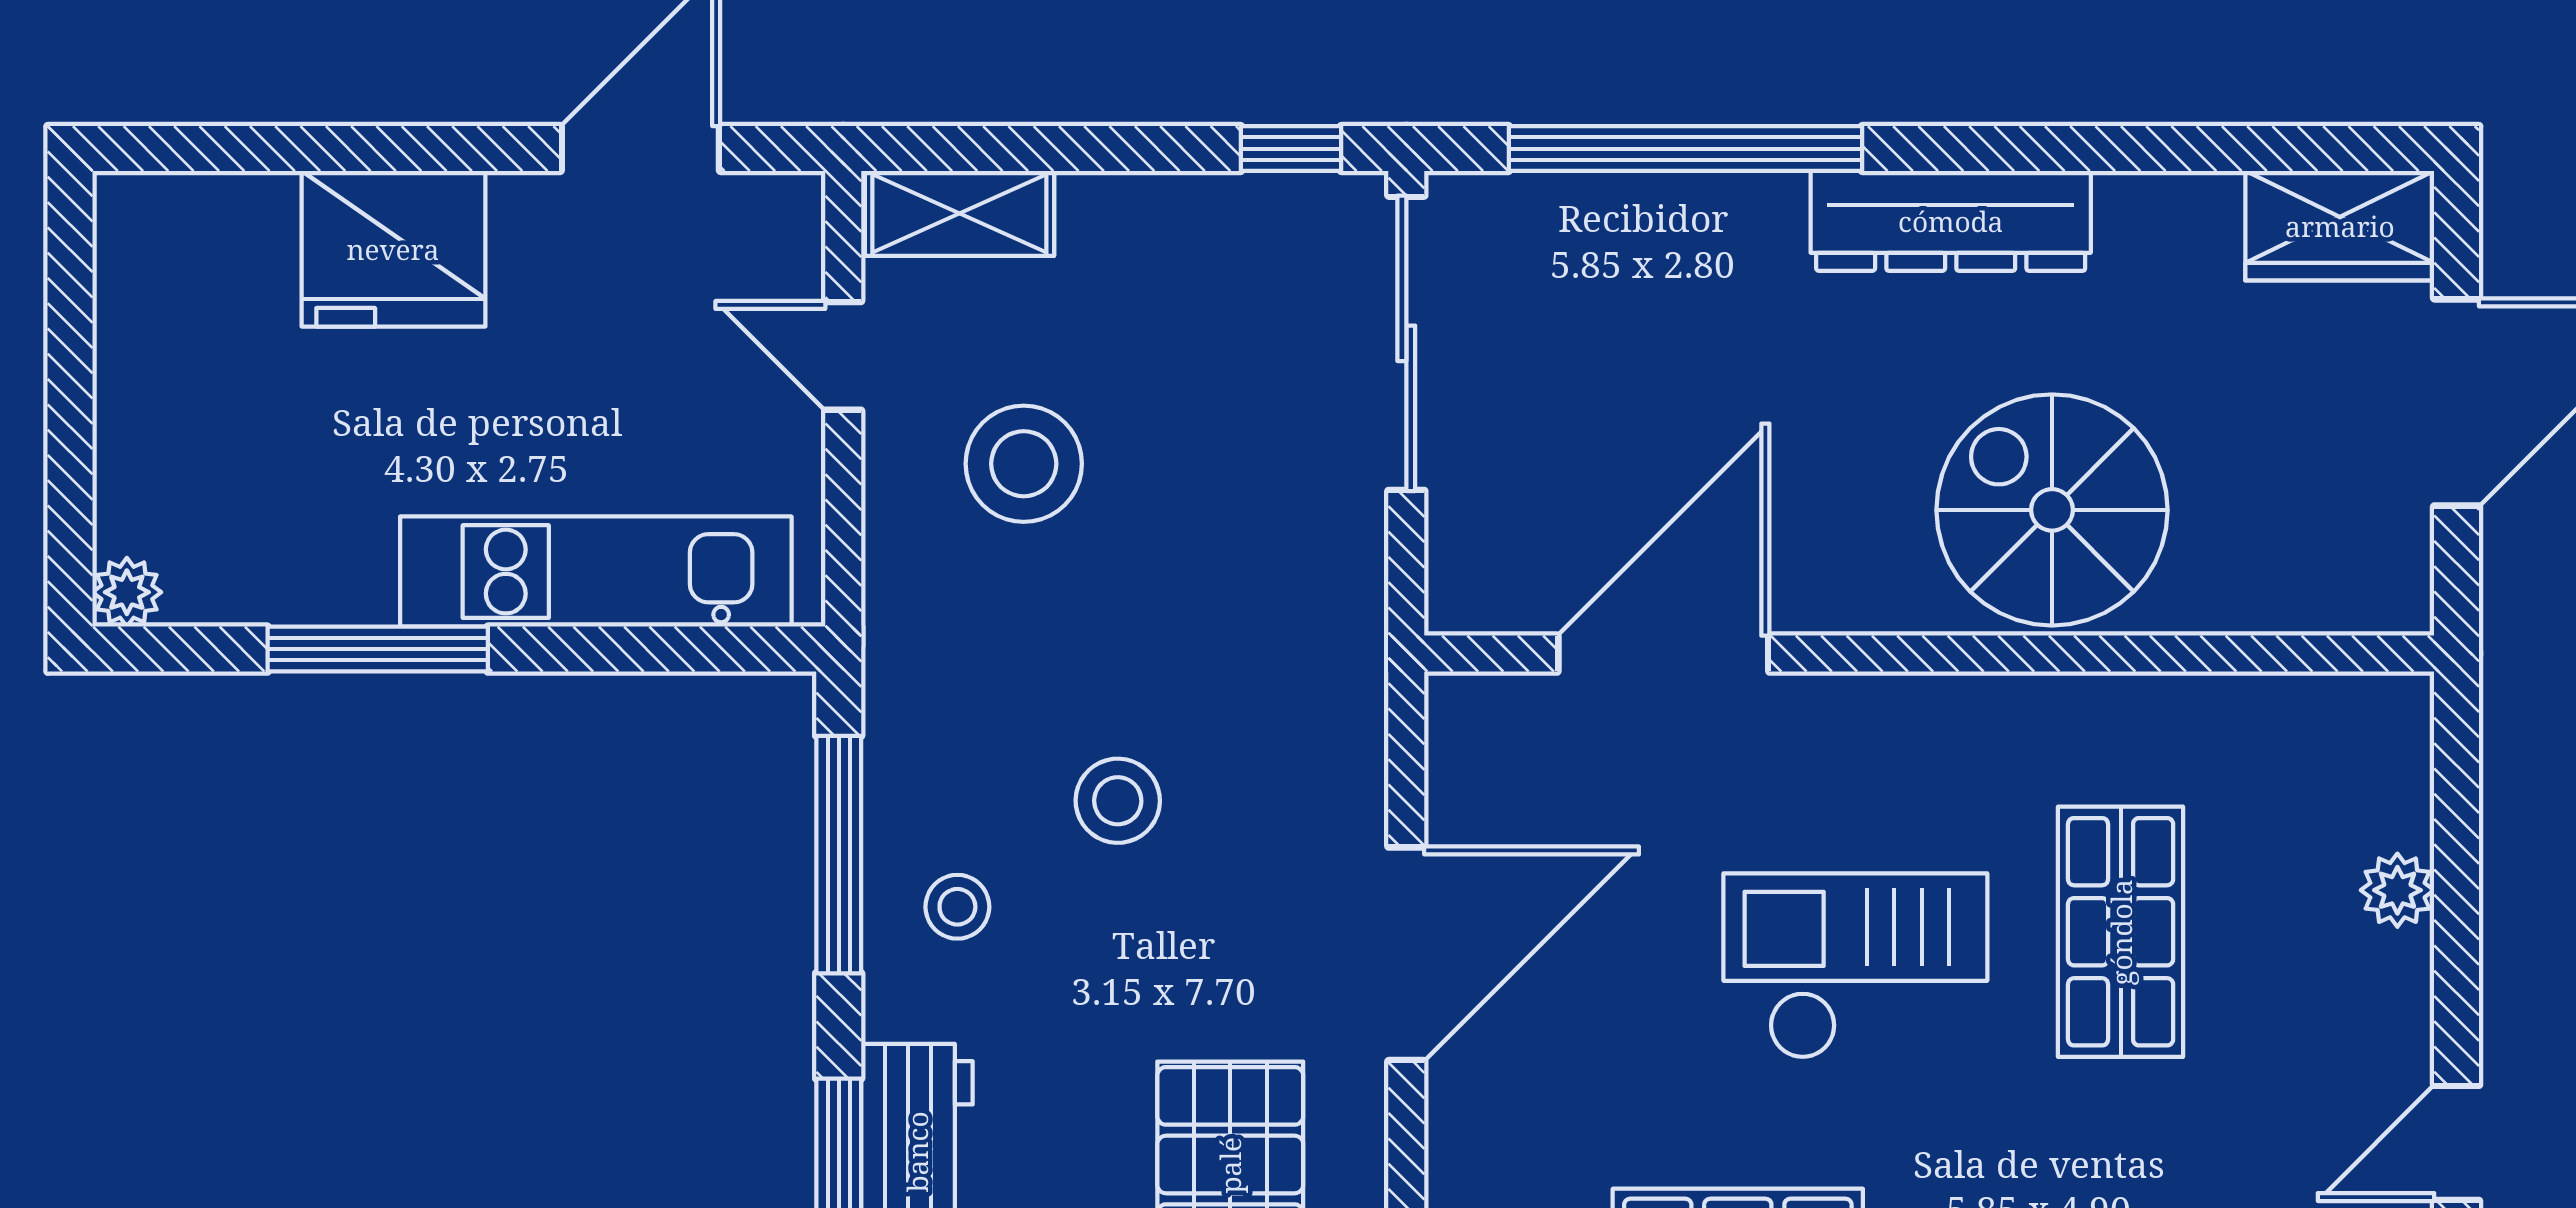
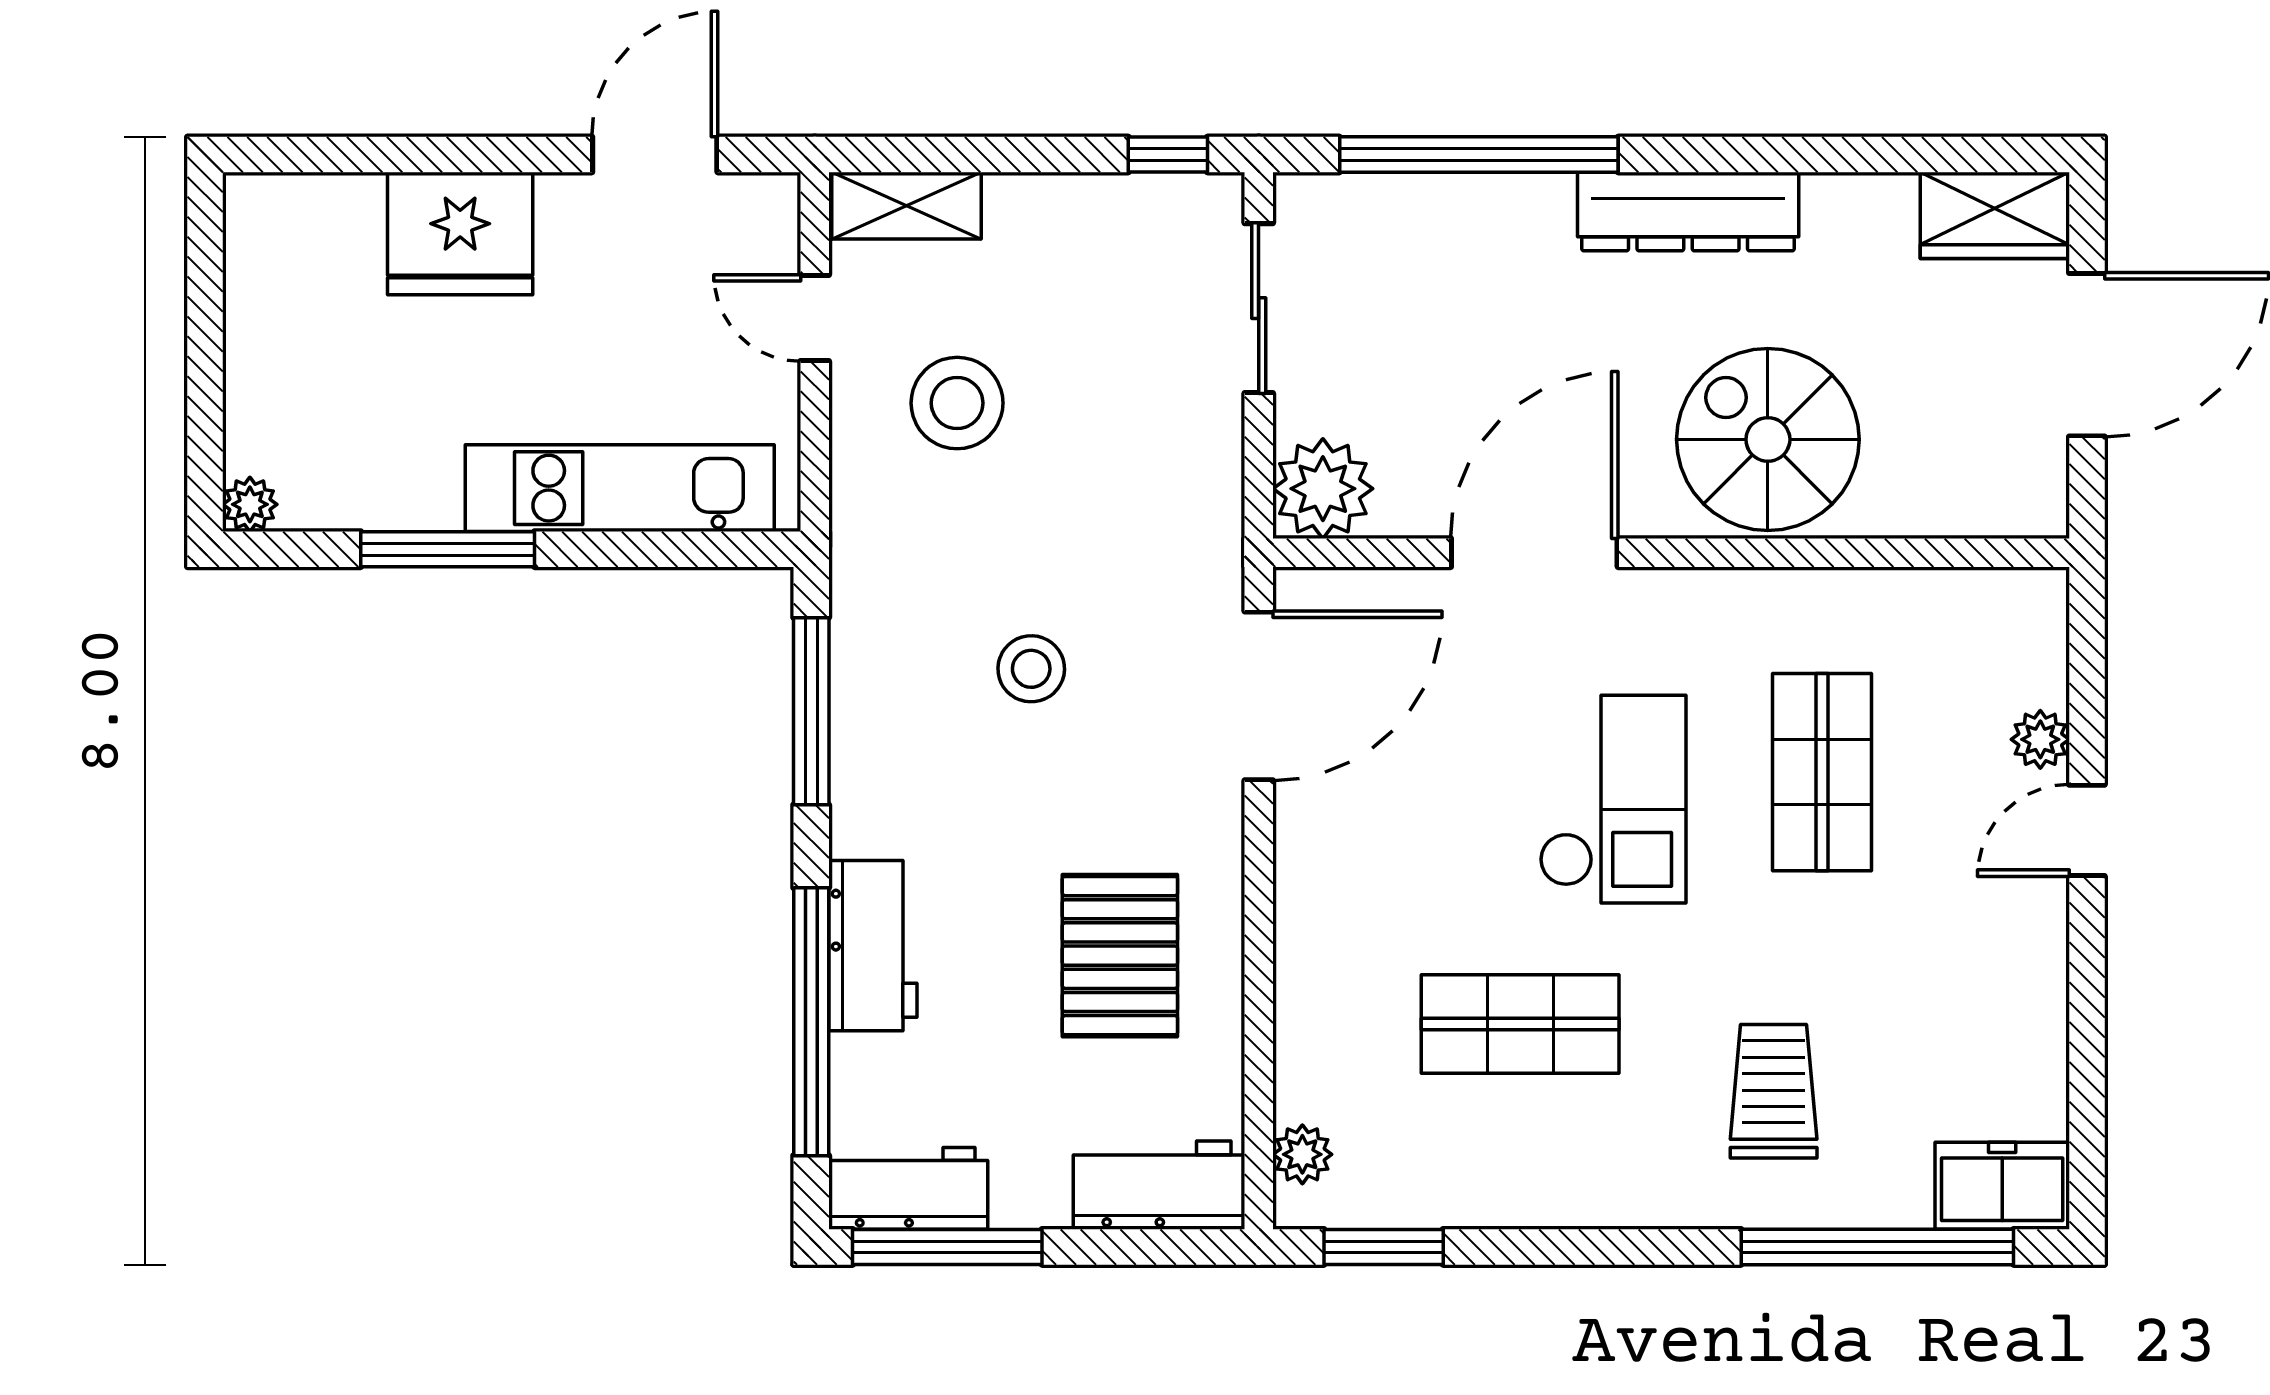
sliding door: (1406, 343) -> (1259, 308), width x0.73
plant: (1488, 572) -> (1323, 489), added
door: (1663, 654) -> (1534, 553), moved
stool: (957, 907) -> (905, 752), removed
door: (1406, 954) -> (1259, 696), moved
checkout: (1855, 966) -> (1613, 799), turned 90
door: (2457, 1143) -> (2087, 830), moved

